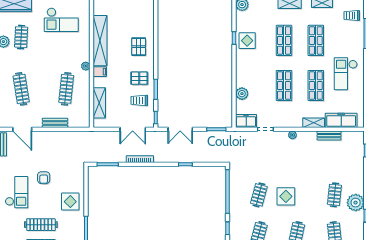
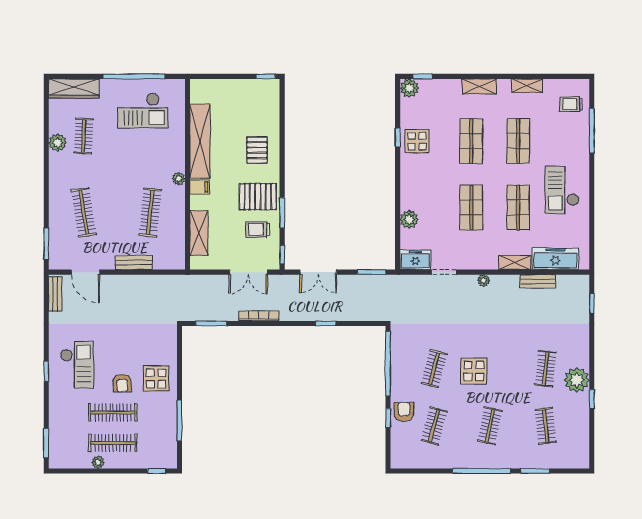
pallet: (139, 78) -> (258, 197), width x1.50, depth x1.42
armchair: (44, 178) -> (122, 383), moved
armchair: (238, 224) -> (404, 412), added

